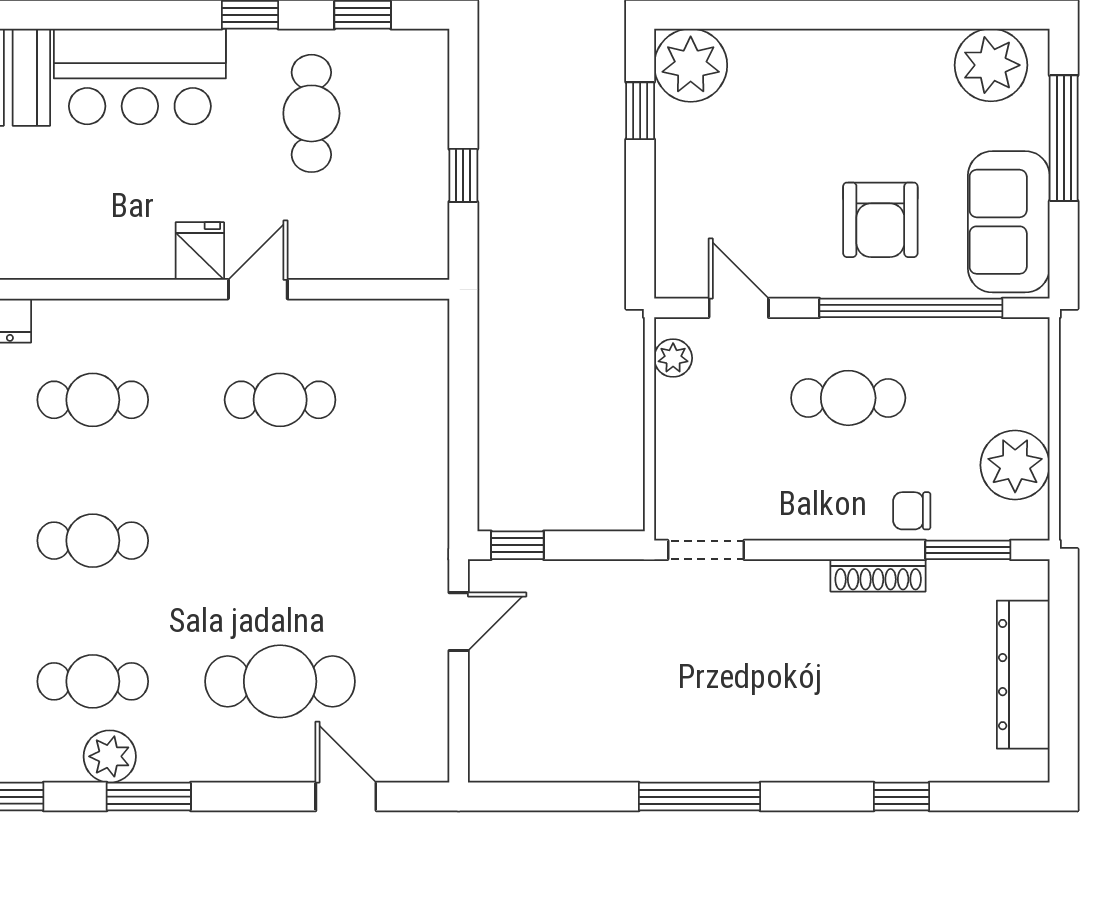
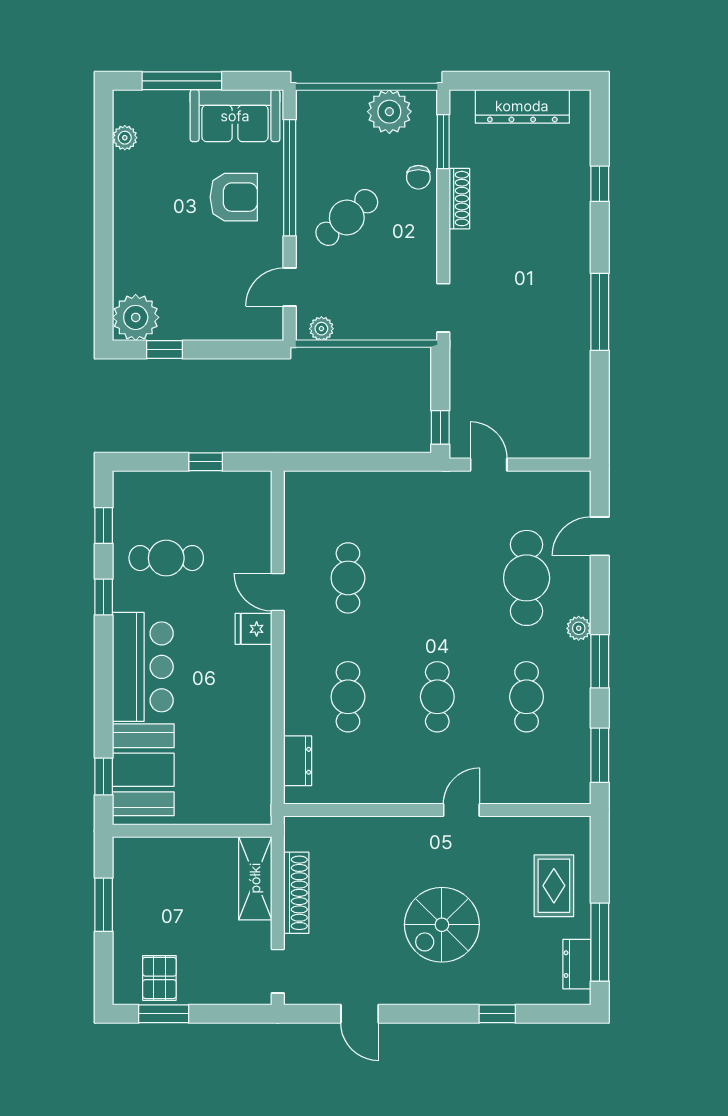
plant: (991, 65) -> (125, 138), width x0.53, depth x0.53
cafe table: (848, 398) -> (347, 217), turned 50
plant: (110, 756) -> (579, 628), moved, width x0.73, depth x0.73

